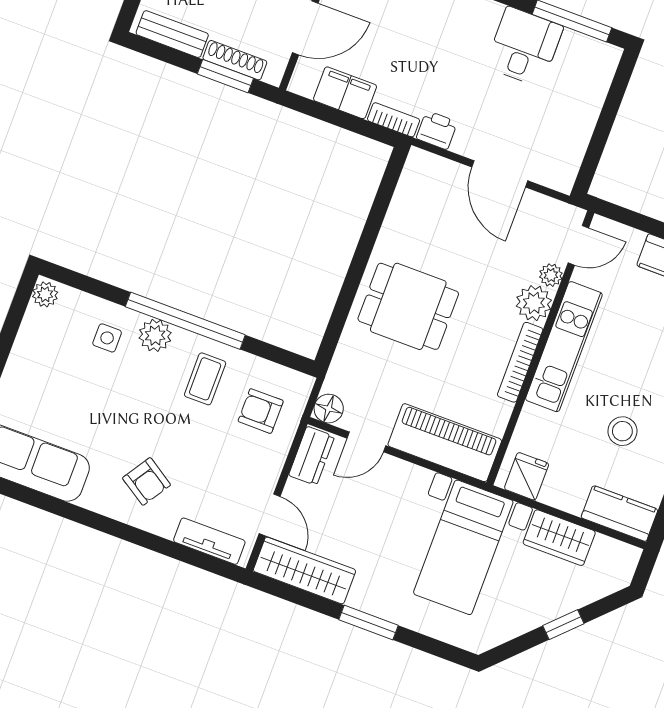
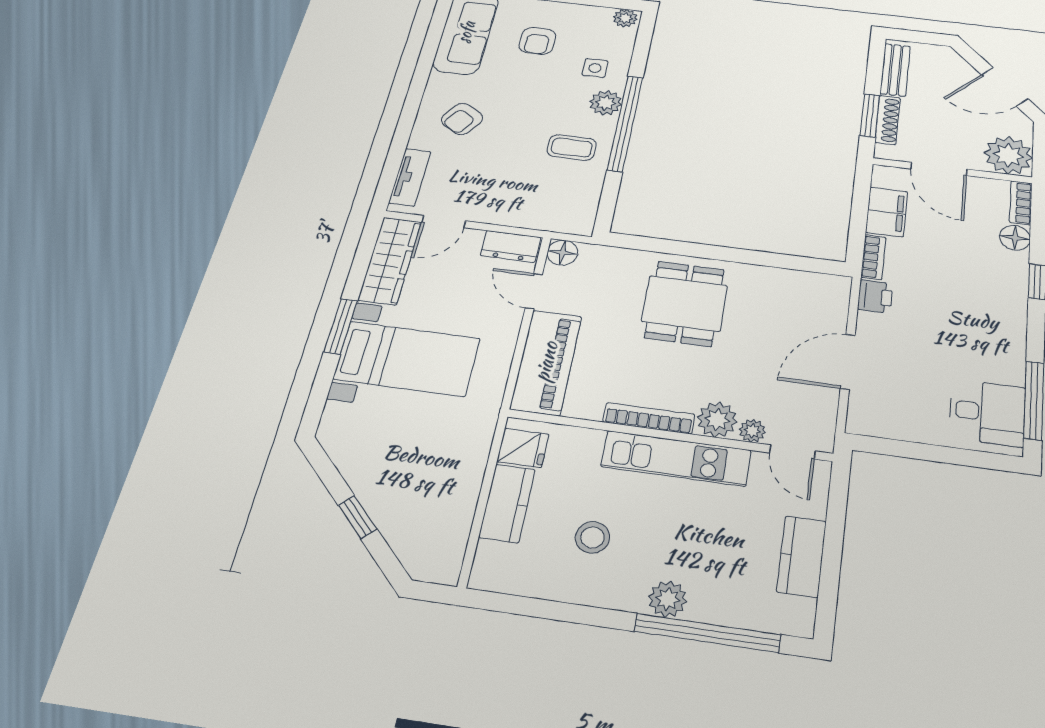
desk: (524, 47) -> (987, 413), moved
armchair: (261, 411) -> (537, 41), moved, turned 180
kitchen counter: (619, 514) -> (507, 503), moved
wardrobe: (559, 538) -> (458, 494), removed
bed with nightstands: (463, 547) -> (407, 359), moved, turned 180

